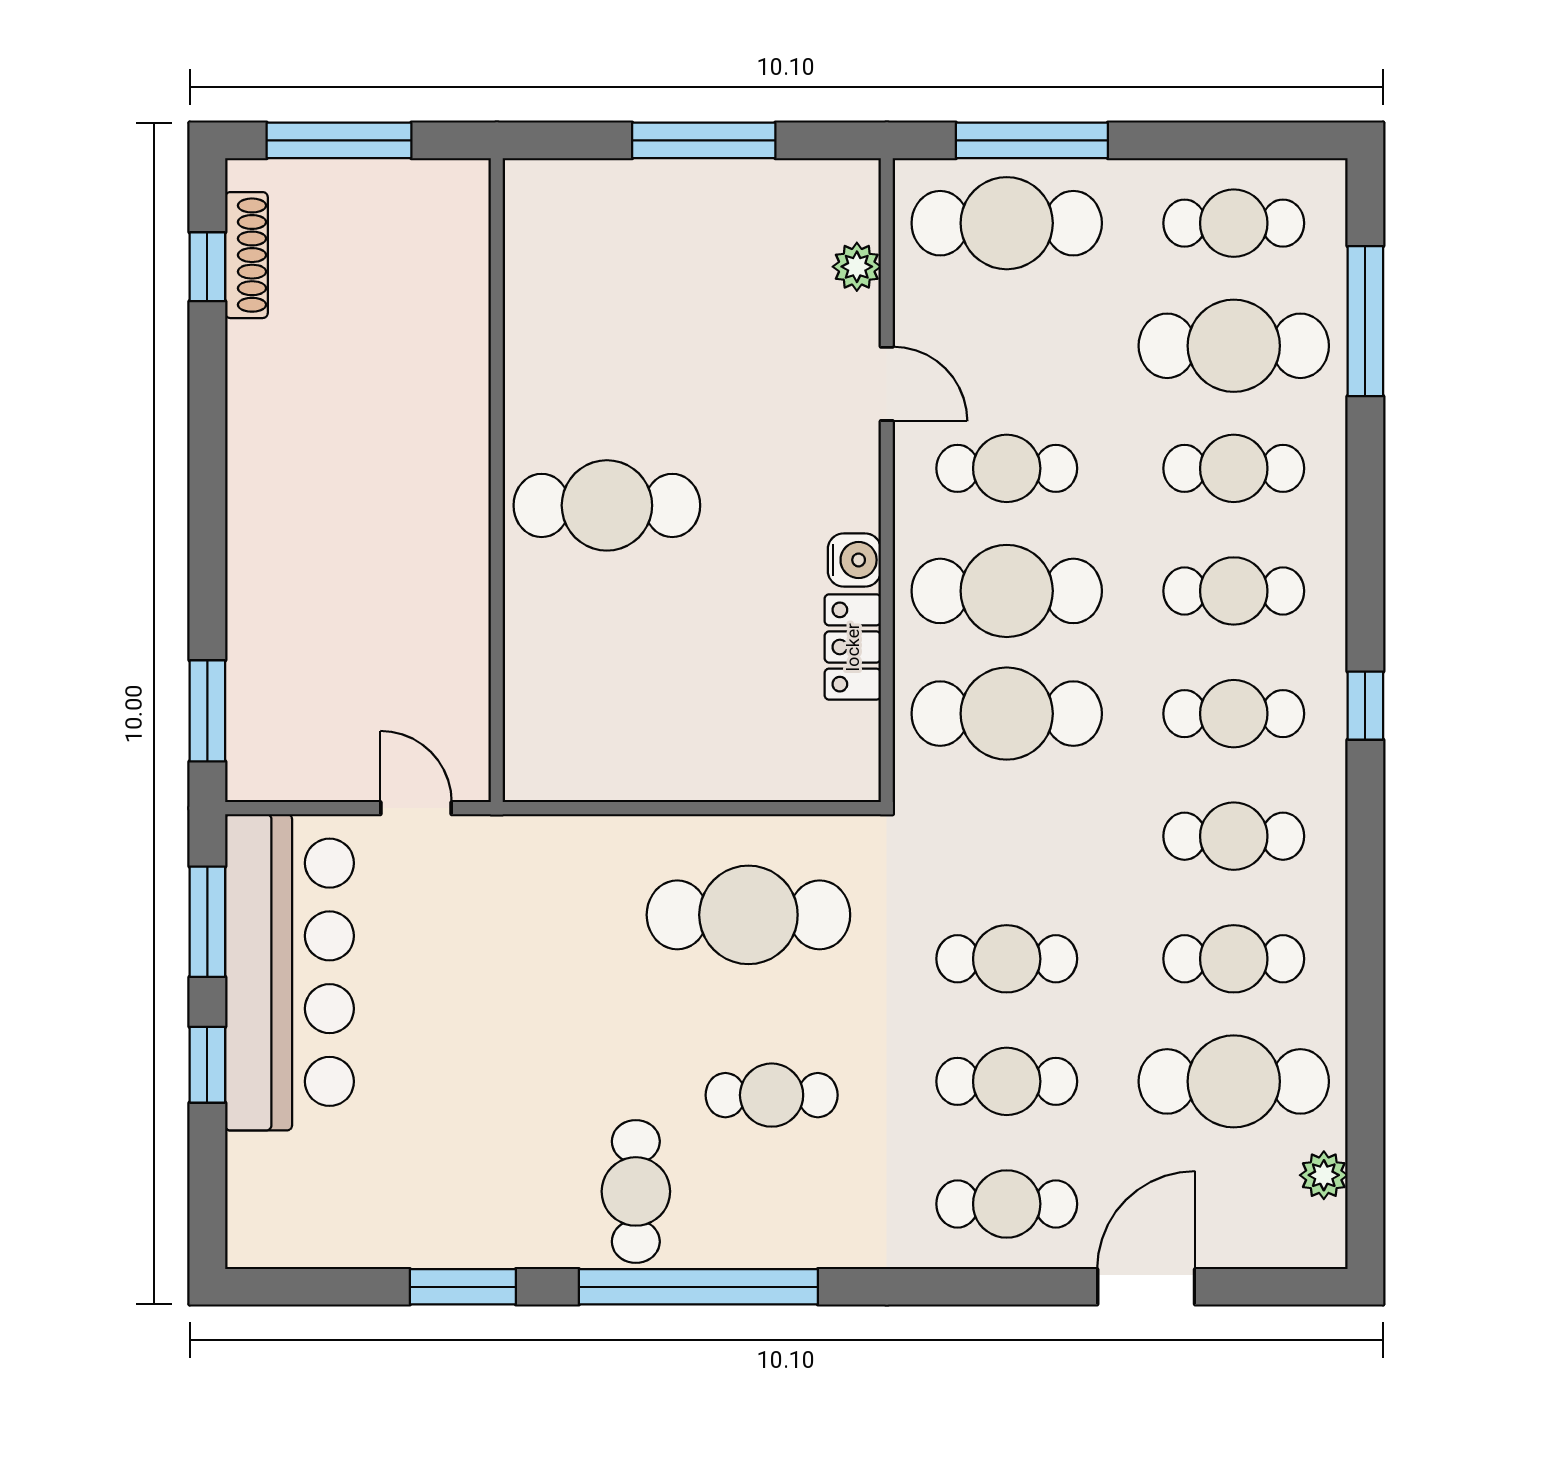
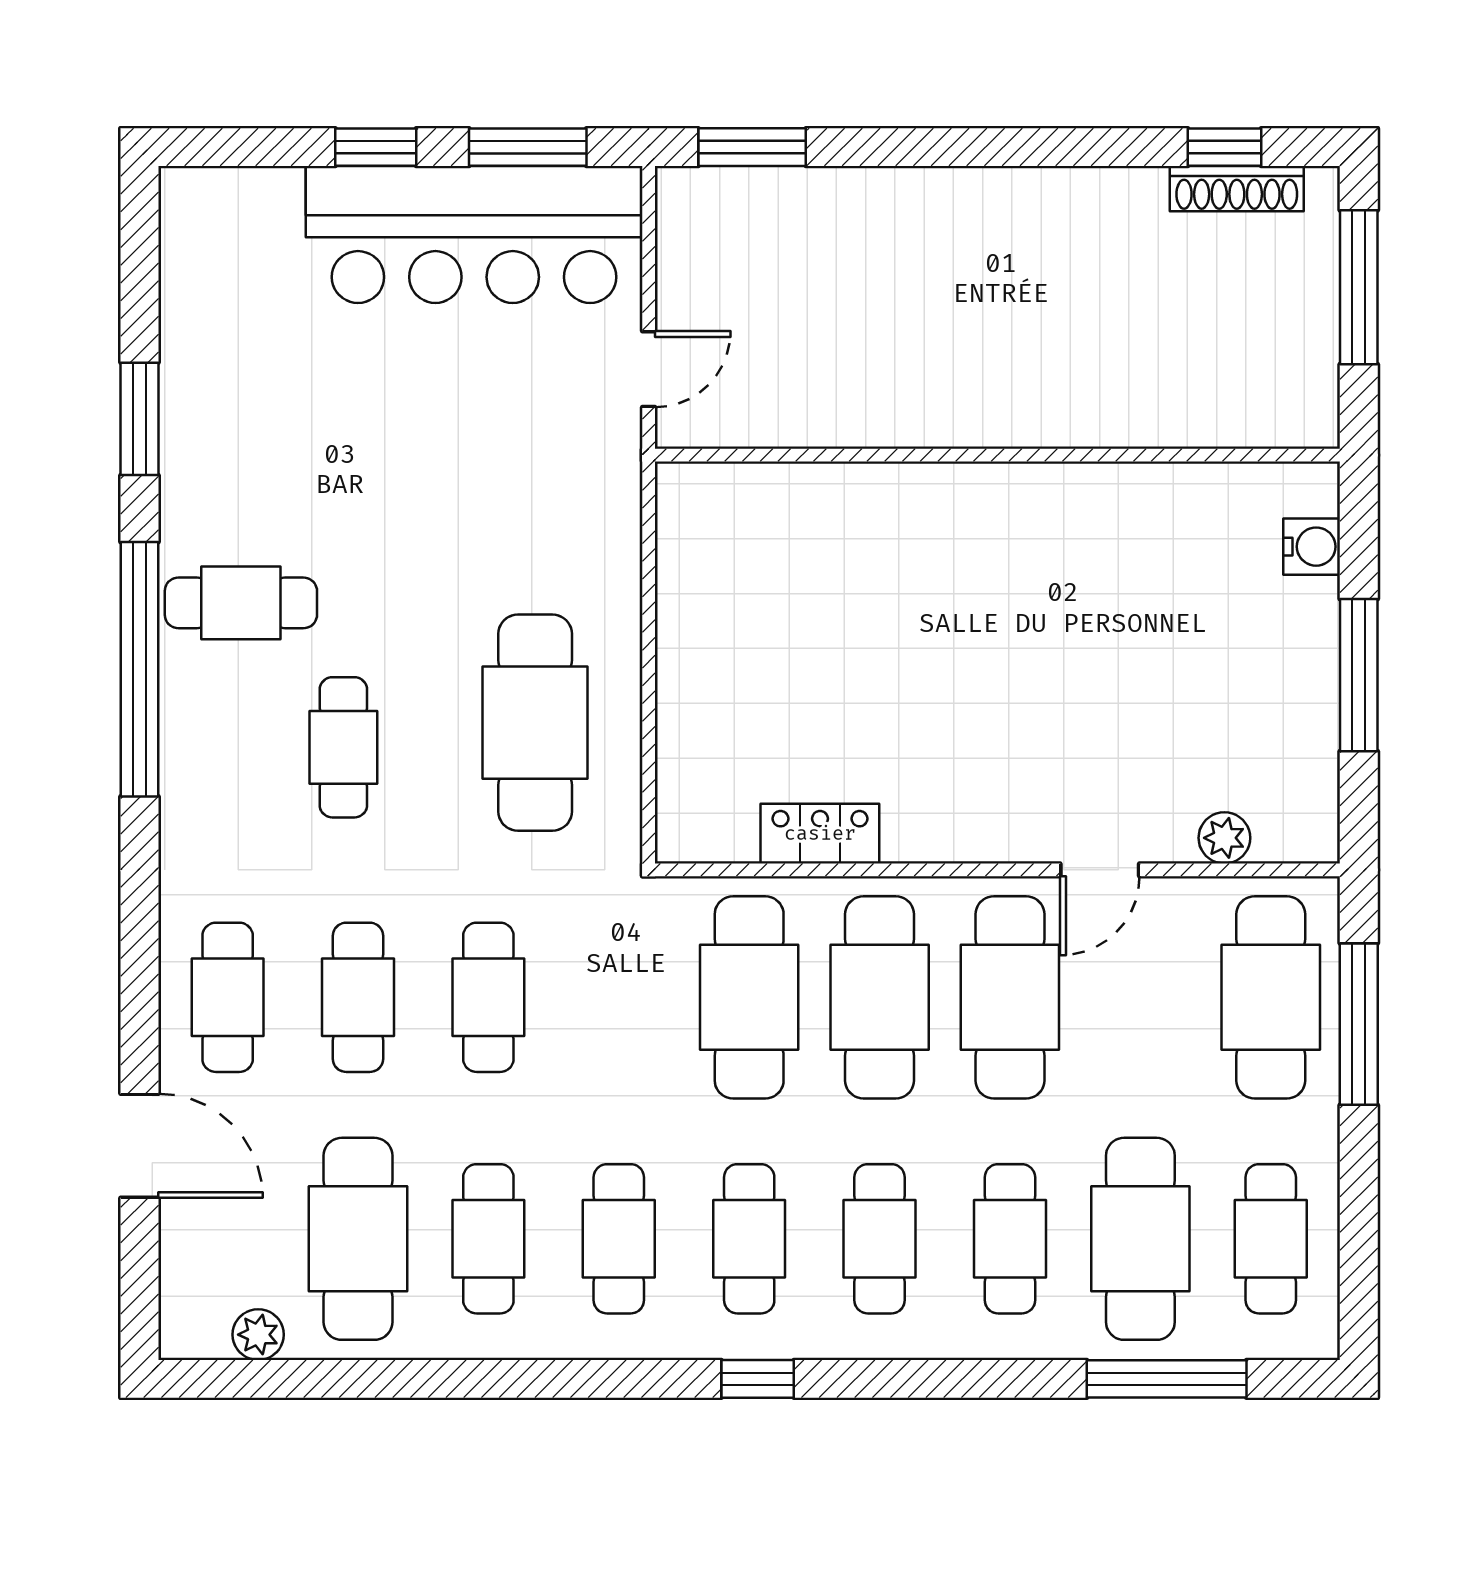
cafe table: (1007, 468) -> (1010, 997), width x1.37, depth x1.35
cafe table: (607, 505) -> (971, 572), removed
water cooler: (854, 560) -> (1312, 547), moved, turned -90

